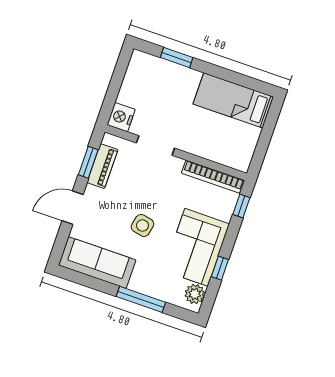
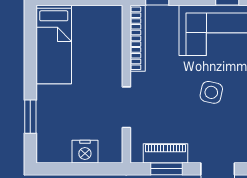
nightstand: (121, 117) -> (85, 152), moved

